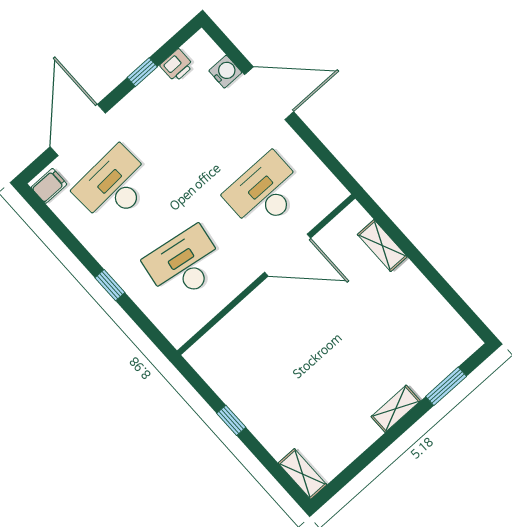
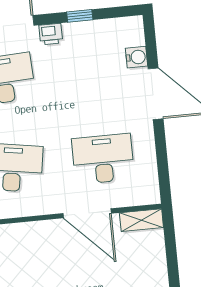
printer: (177, 65) -> (51, 34), moved
shelving: (382, 246) -> (141, 220), moved, turned 90

